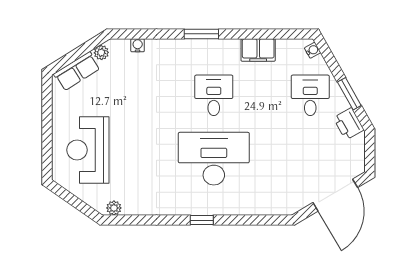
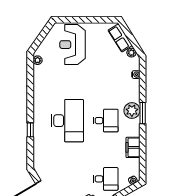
plant: (197, 52) -> (132, 111), added
reception desk: (88, 150) -> (73, 45), turned -90
window: (202, 220) -> (30, 130), moved

